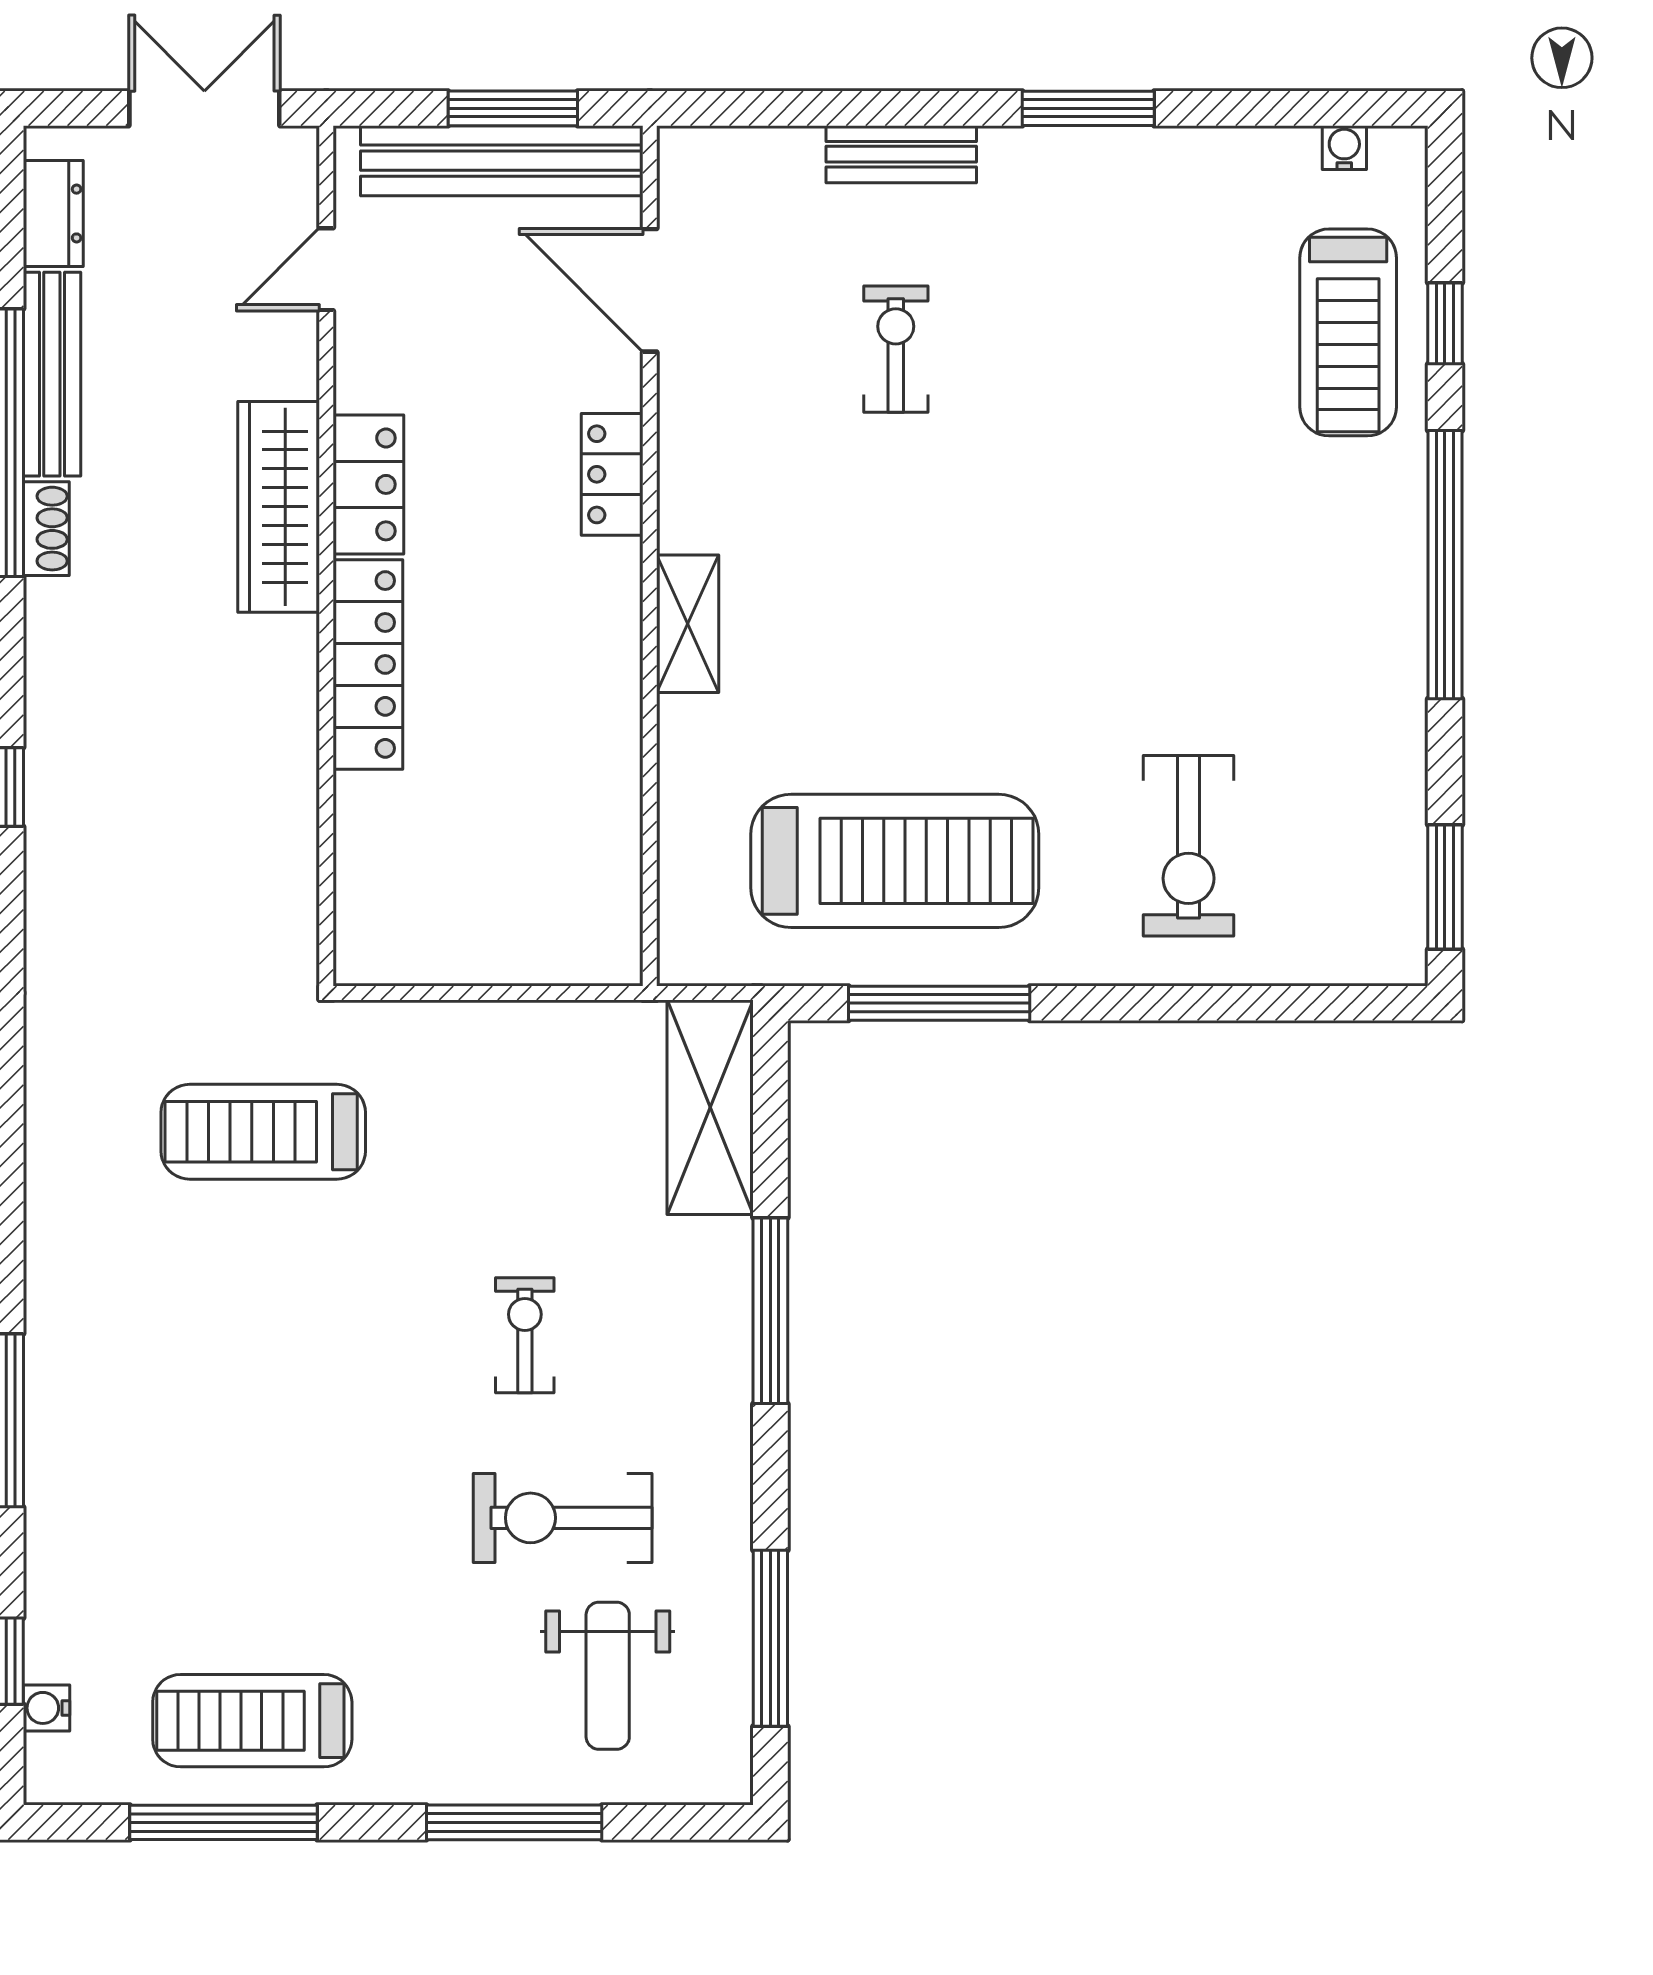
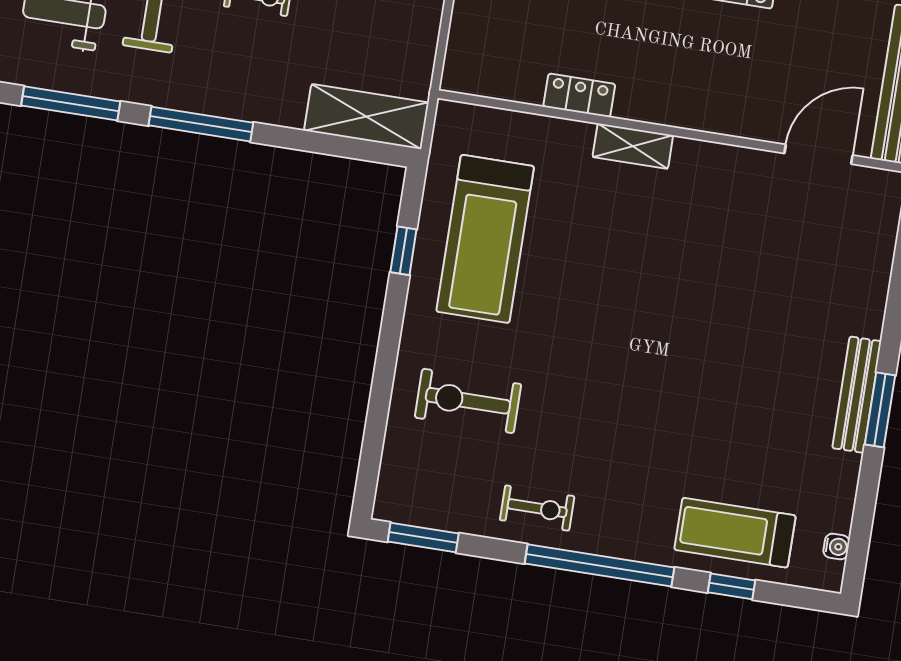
bench: (901, 154) -> (857, 395), moved, width x1.36
exercise bike: (896, 349) -> (537, 508), moved
locker: (612, 474) -> (579, 95), moved
window: (939, 1003) -> (403, 251), width x0.46
window: (770, 1311) -> (201, 124), moved

